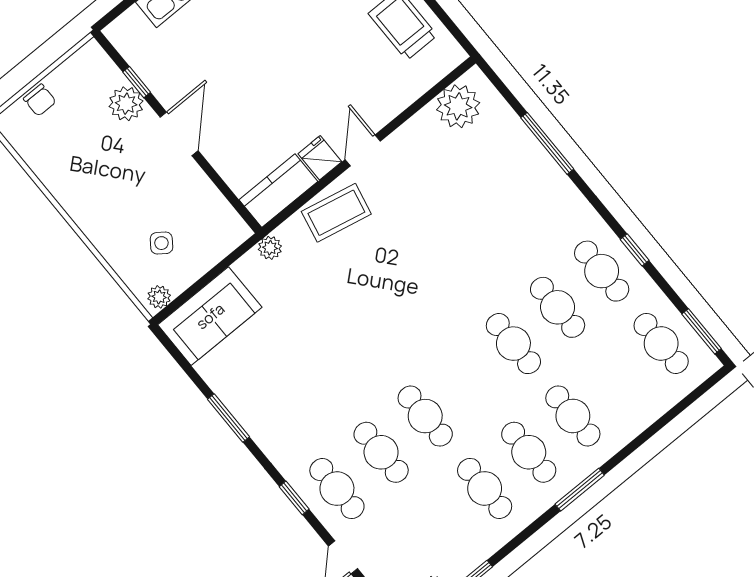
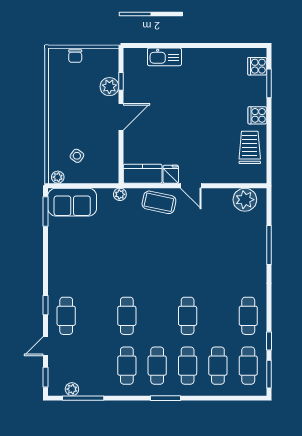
door: (363, 150) -> (191, 186), swing flipped
window: (635, 250) -> (269, 341), moved
cafe table: (558, 307) -> (218, 366), moved
window: (229, 418) -> (45, 212), moved
cafe table: (381, 452) -> (97, 316), removed

